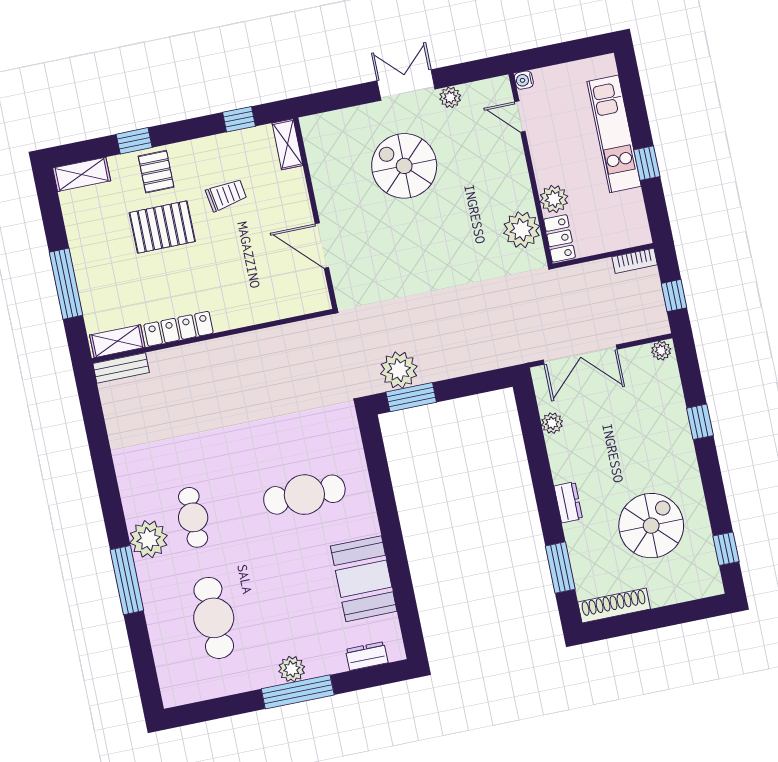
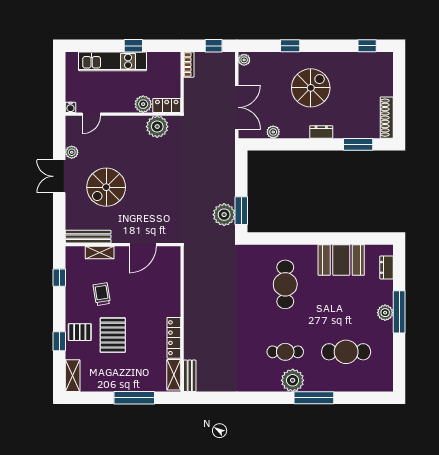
shelving: (287, 144) -> (100, 252), moved
bench: (316, 153) -> (88, 237), added
spiral stairs: (651, 526) -> (311, 88), moved, turned 90

